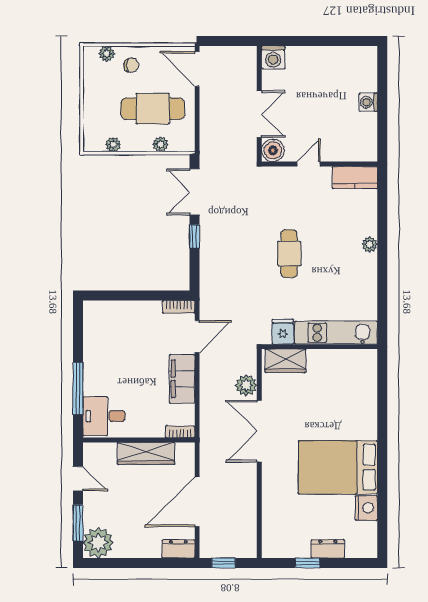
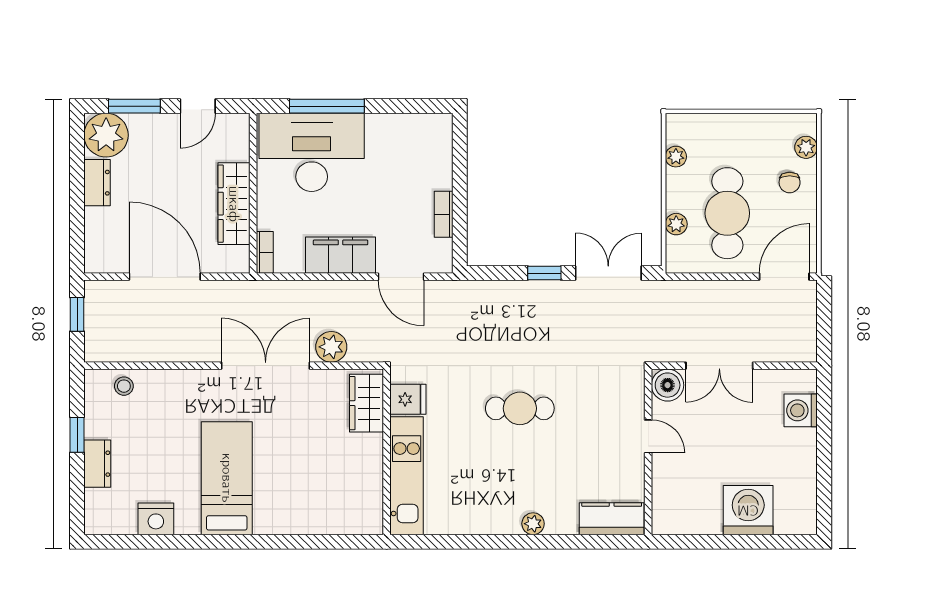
washing machine: (273, 57) -> (801, 410), moved
washing machine: (368, 102) -> (748, 510), width x1.89, depth x1.89
kitchen counter: (355, 178) -> (612, 519), moved, turned 90
bookcase: (179, 307) -> (444, 214), moved
desk: (104, 416) -> (312, 152), width x1.87, depth x1.30
bed: (338, 467) -> (227, 478), width x0.67
stool: (274, 530) -> (124, 386), added
dresser: (178, 549) -> (97, 183), moved

